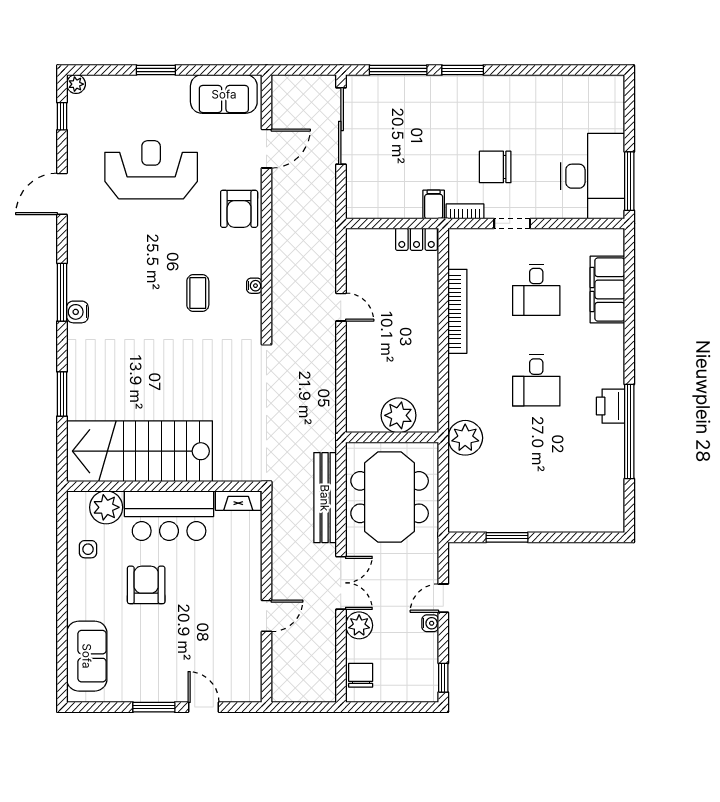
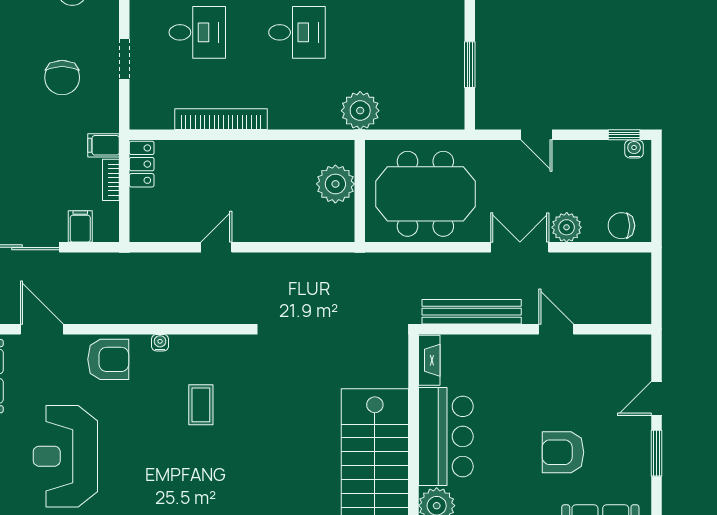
filing cabinet: (360, 183) -> (80, 226), added
bookcase: (465, 211) -> (111, 180), moved
water cooler: (254, 286) -> (160, 343), moved
coffee table: (198, 293) -> (201, 405), turned 90
bench: (325, 498) -> (472, 312), moved
armchair: (146, 585) -> (563, 452), moved
water cooler: (430, 623) -> (634, 149), moved

